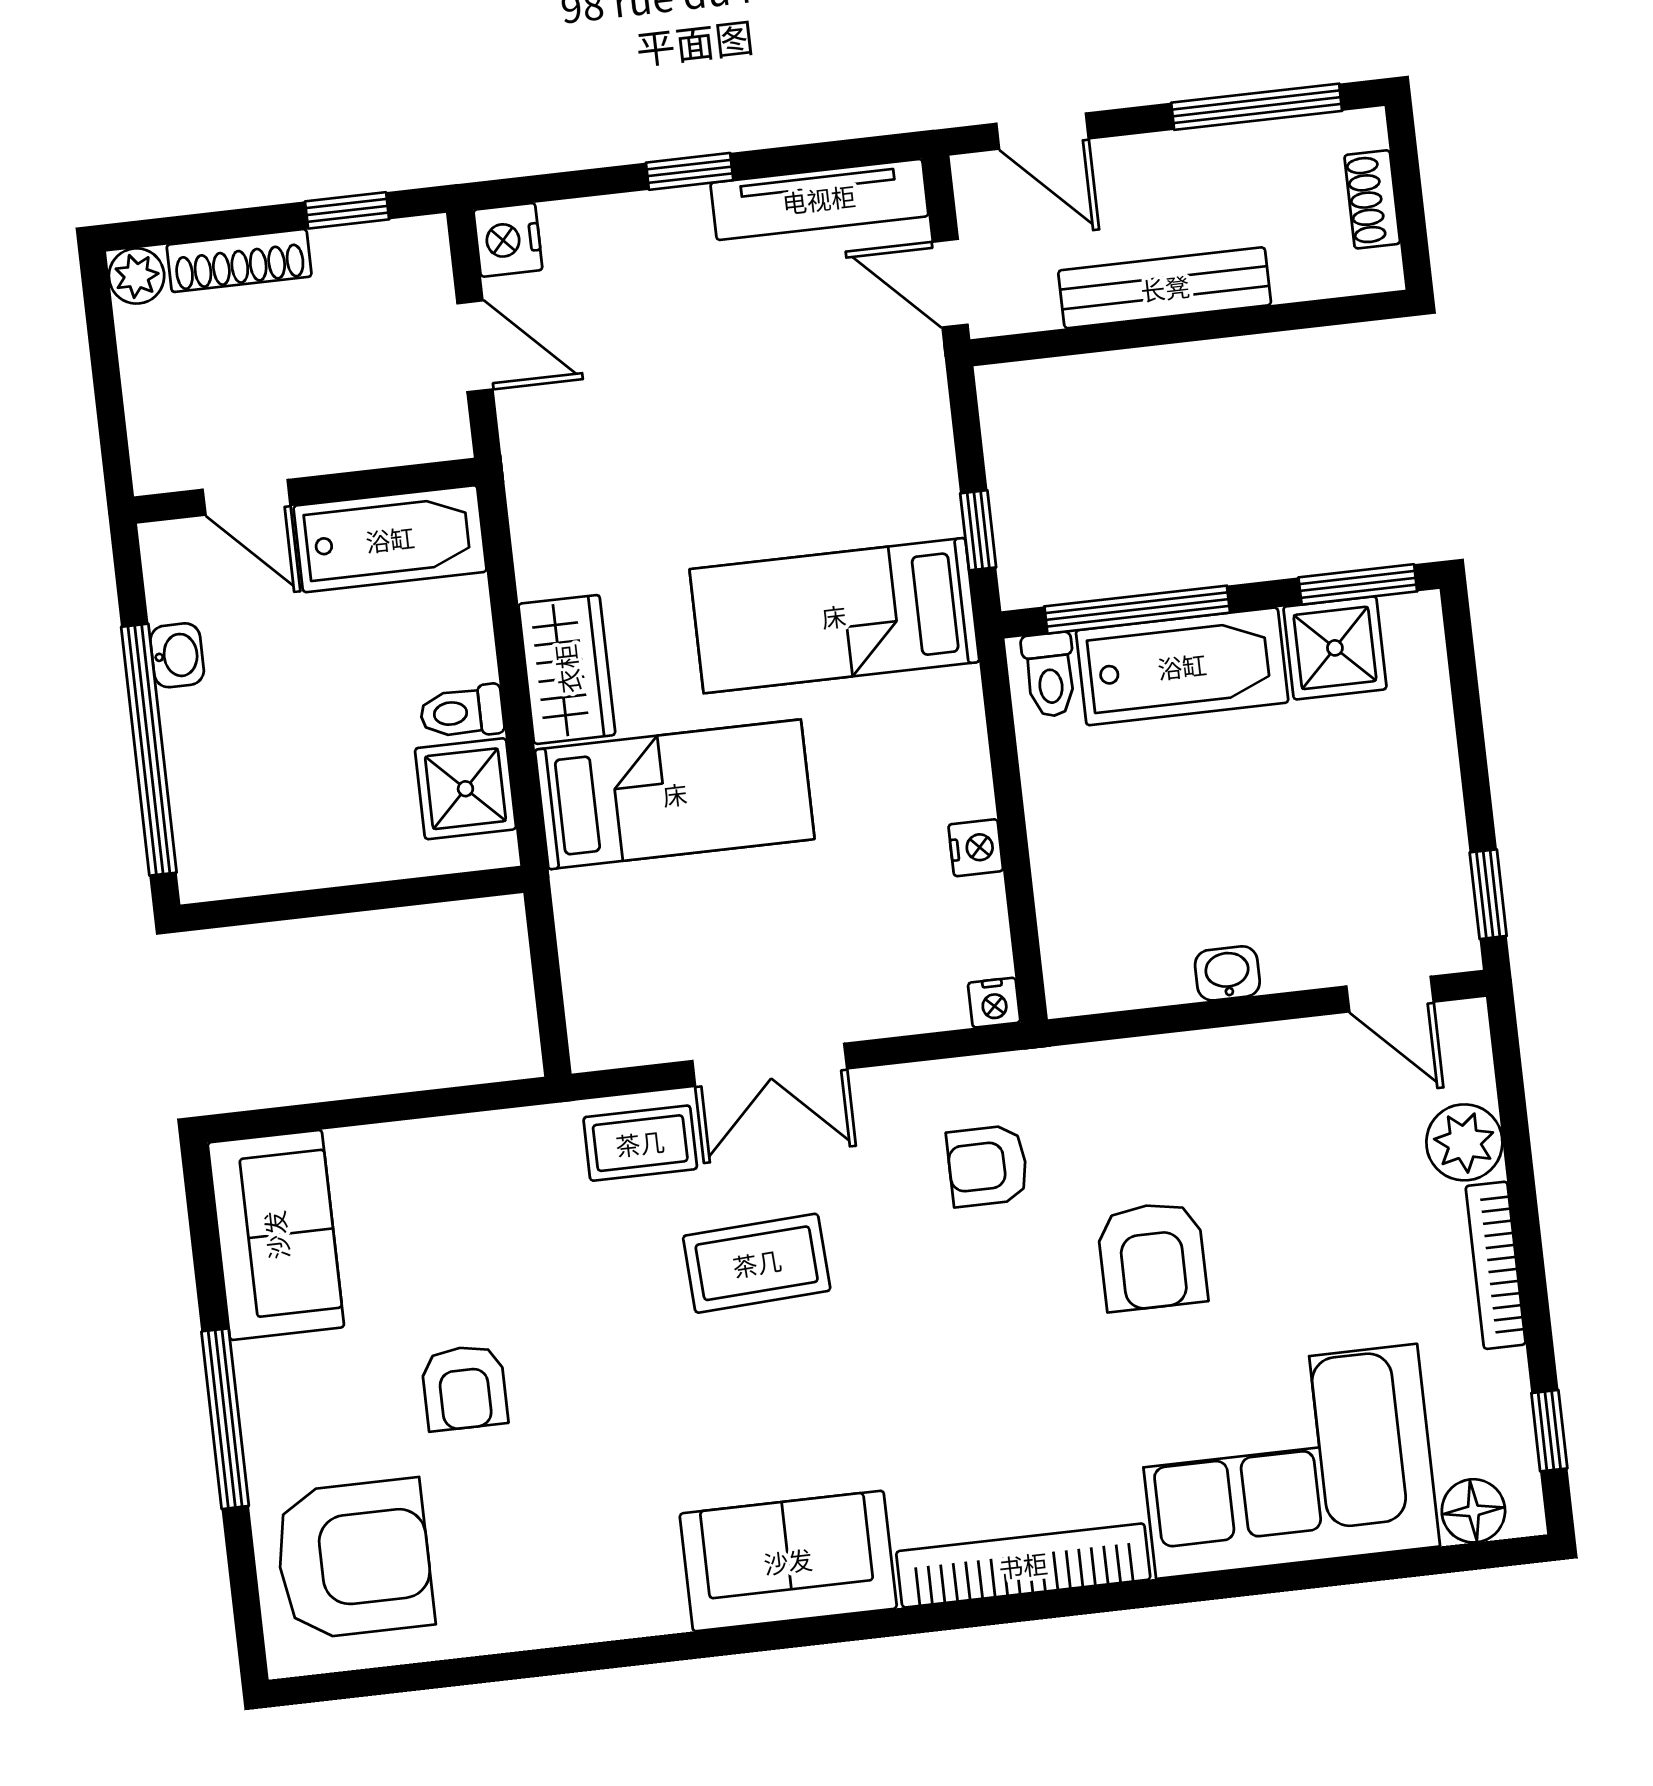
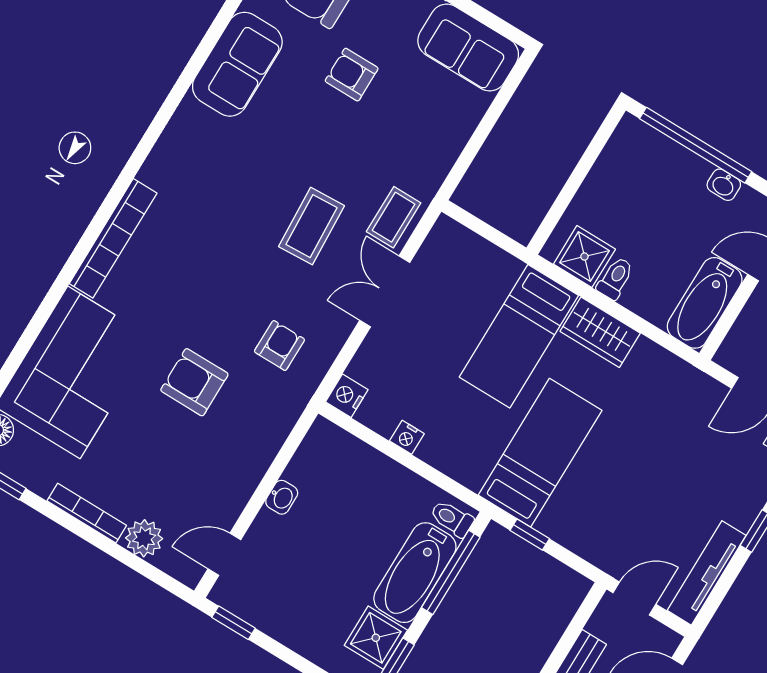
nightstand: (994, 1003) -> (347, 396), width x1.39, depth x1.35
sofa: (788, 1561) -> (237, 64), moved

